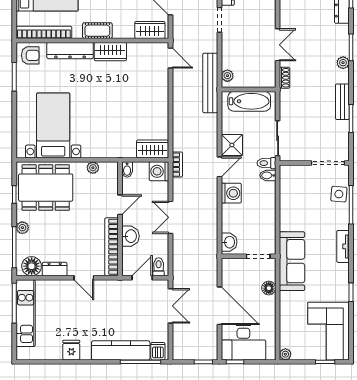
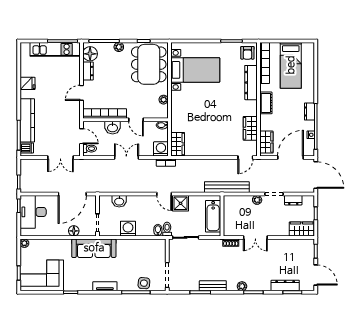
wardrobe: (110, 52) -> (250, 128), moved
plant: (227, 76) -> (257, 200), moved
washing machine: (231, 193) -> (128, 229), moved, turned 180
washbasin: (229, 242) -> (119, 201), moved
door: (219, 306) -> (72, 194), moved

